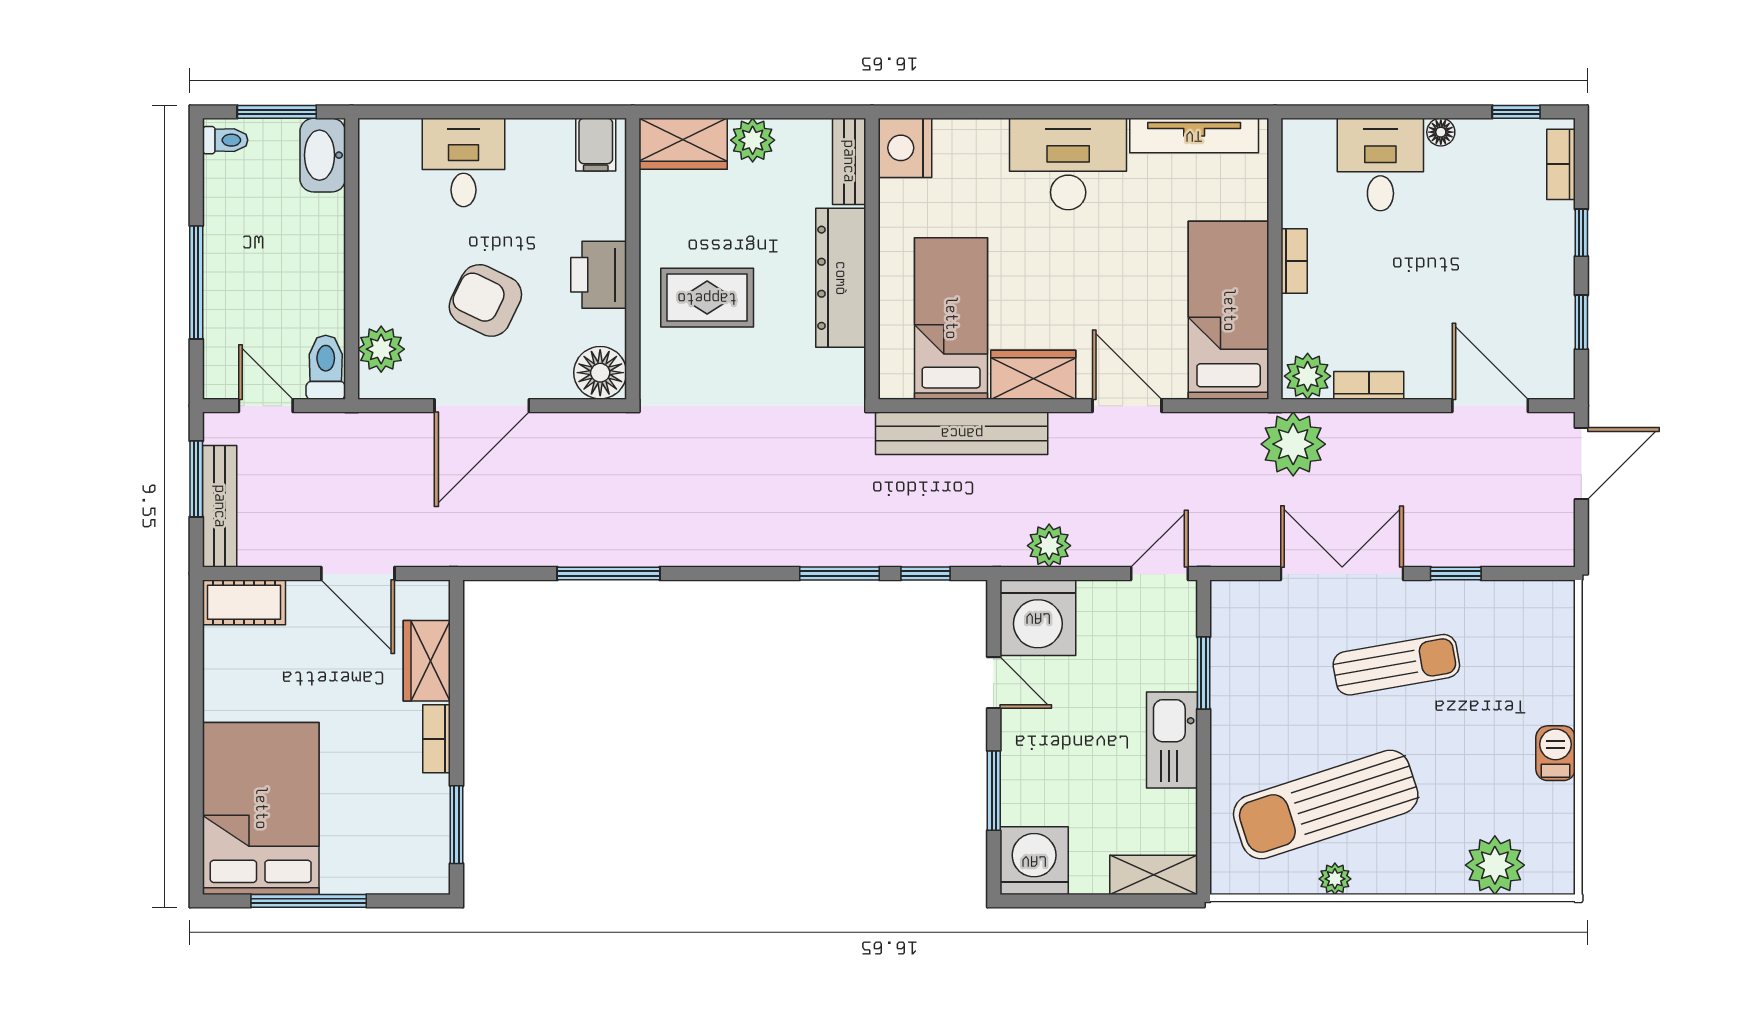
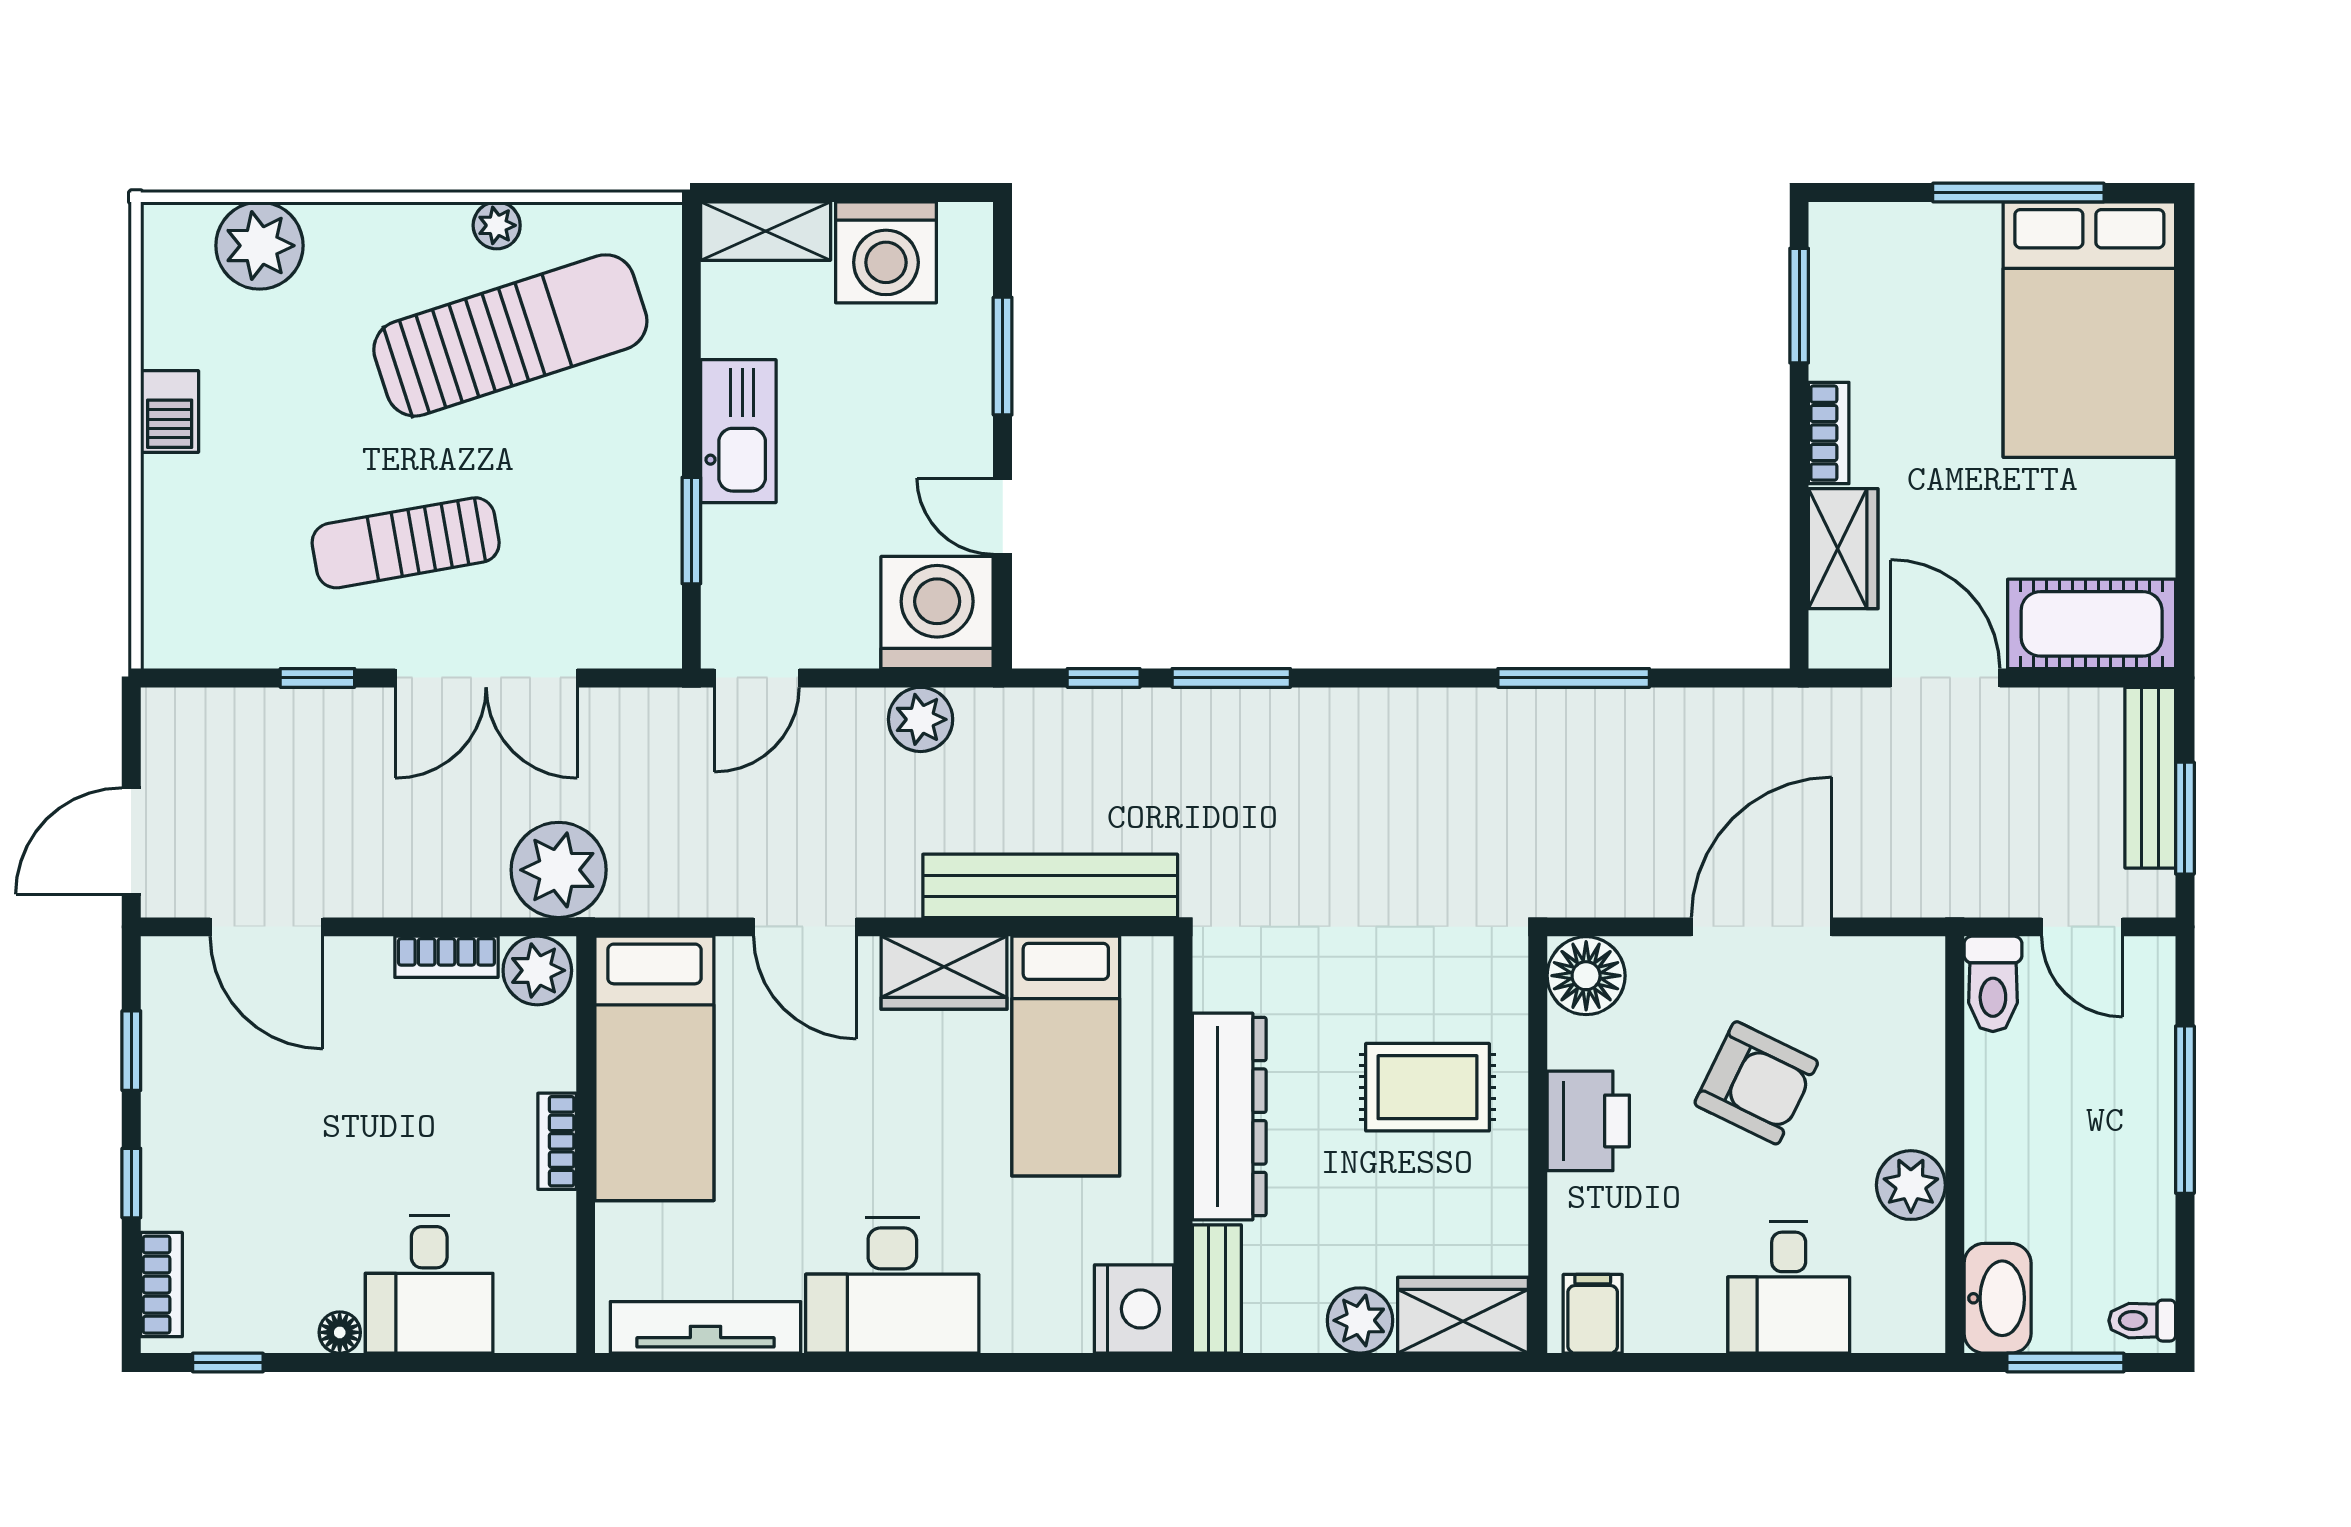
plant: (381, 349) -> (1911, 1185), moved
cot: (244, 602) -> (2092, 624), width x1.37, depth x1.34
washing machine: (1034, 861) -> (886, 252), moved

